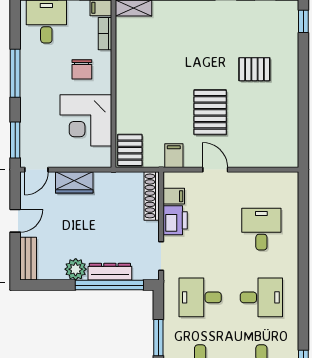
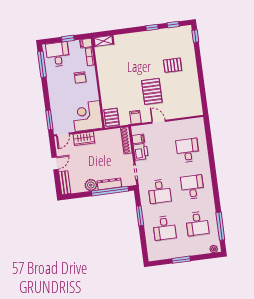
window: (15, 73) -> (42, 64), moved
corner desk: (86, 120) -> (87, 116), moved, turned 90
desk: (200, 297) -> (160, 191), turned -90
desk: (261, 297) -> (192, 187), turned -90

